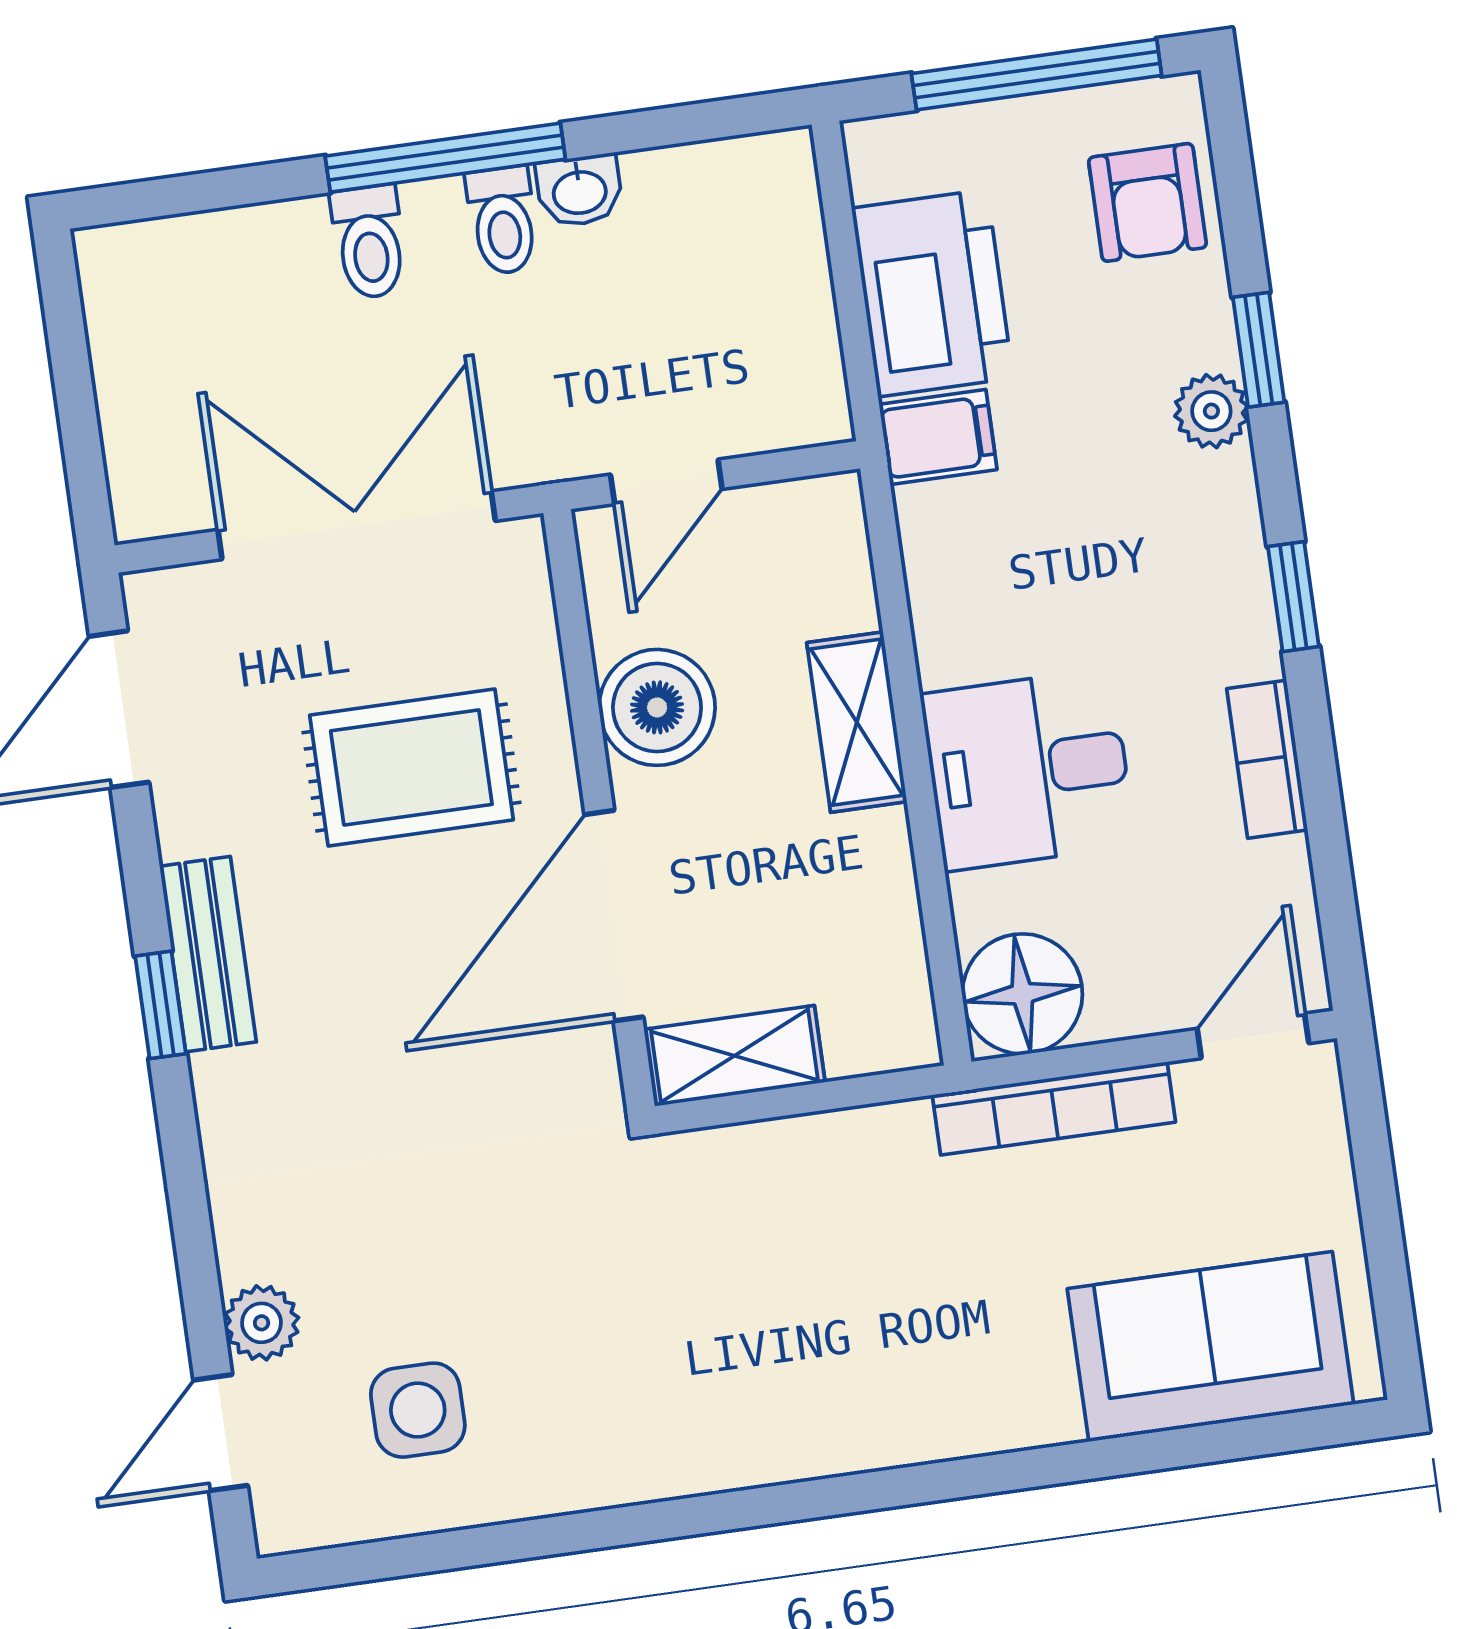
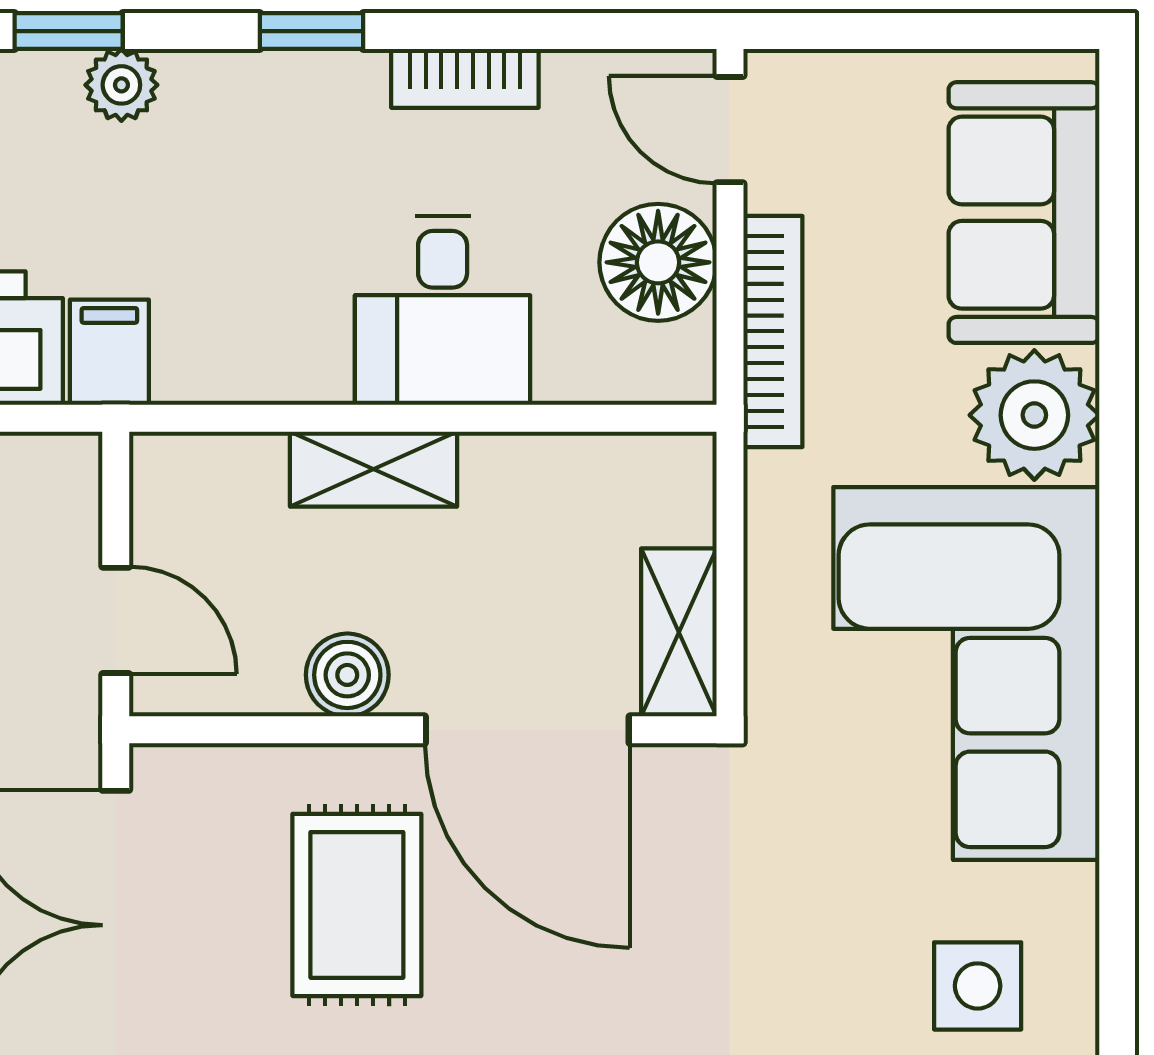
boiler: (657, 707) -> (347, 675), width x0.73, depth x0.73
floor lamp: (1022, 994) -> (658, 262), moved
corner sofa: (734, 1354) -> (966, 674), added
plant: (1006, 1386) -> (1034, 415), added

